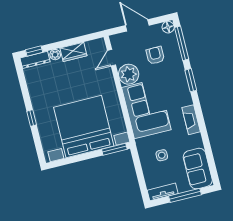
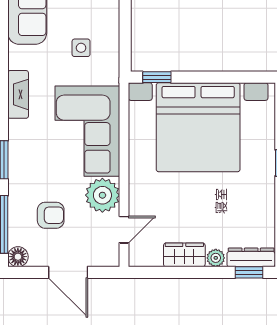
armchair: (155, 55) -> (51, 215), turned -90
window: (114, 149) -> (157, 77), width x0.67

